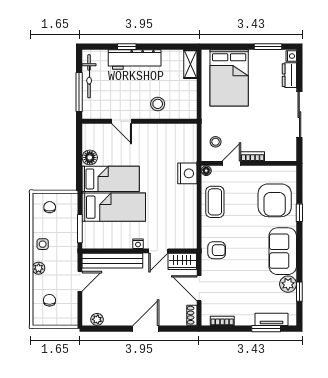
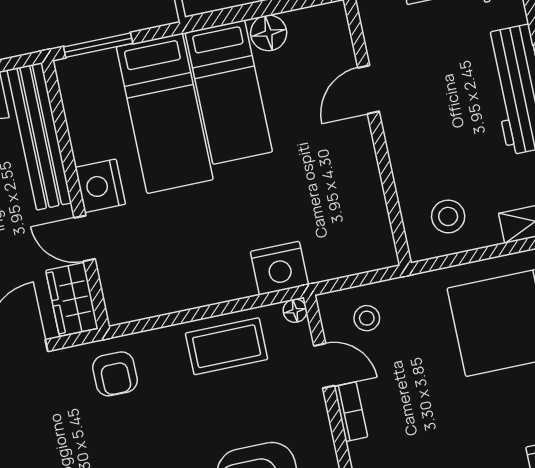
stool: (158, 104) -> (448, 216), moved
nightstand: (138, 244) -> (100, 186), width x1.89, depth x1.79

